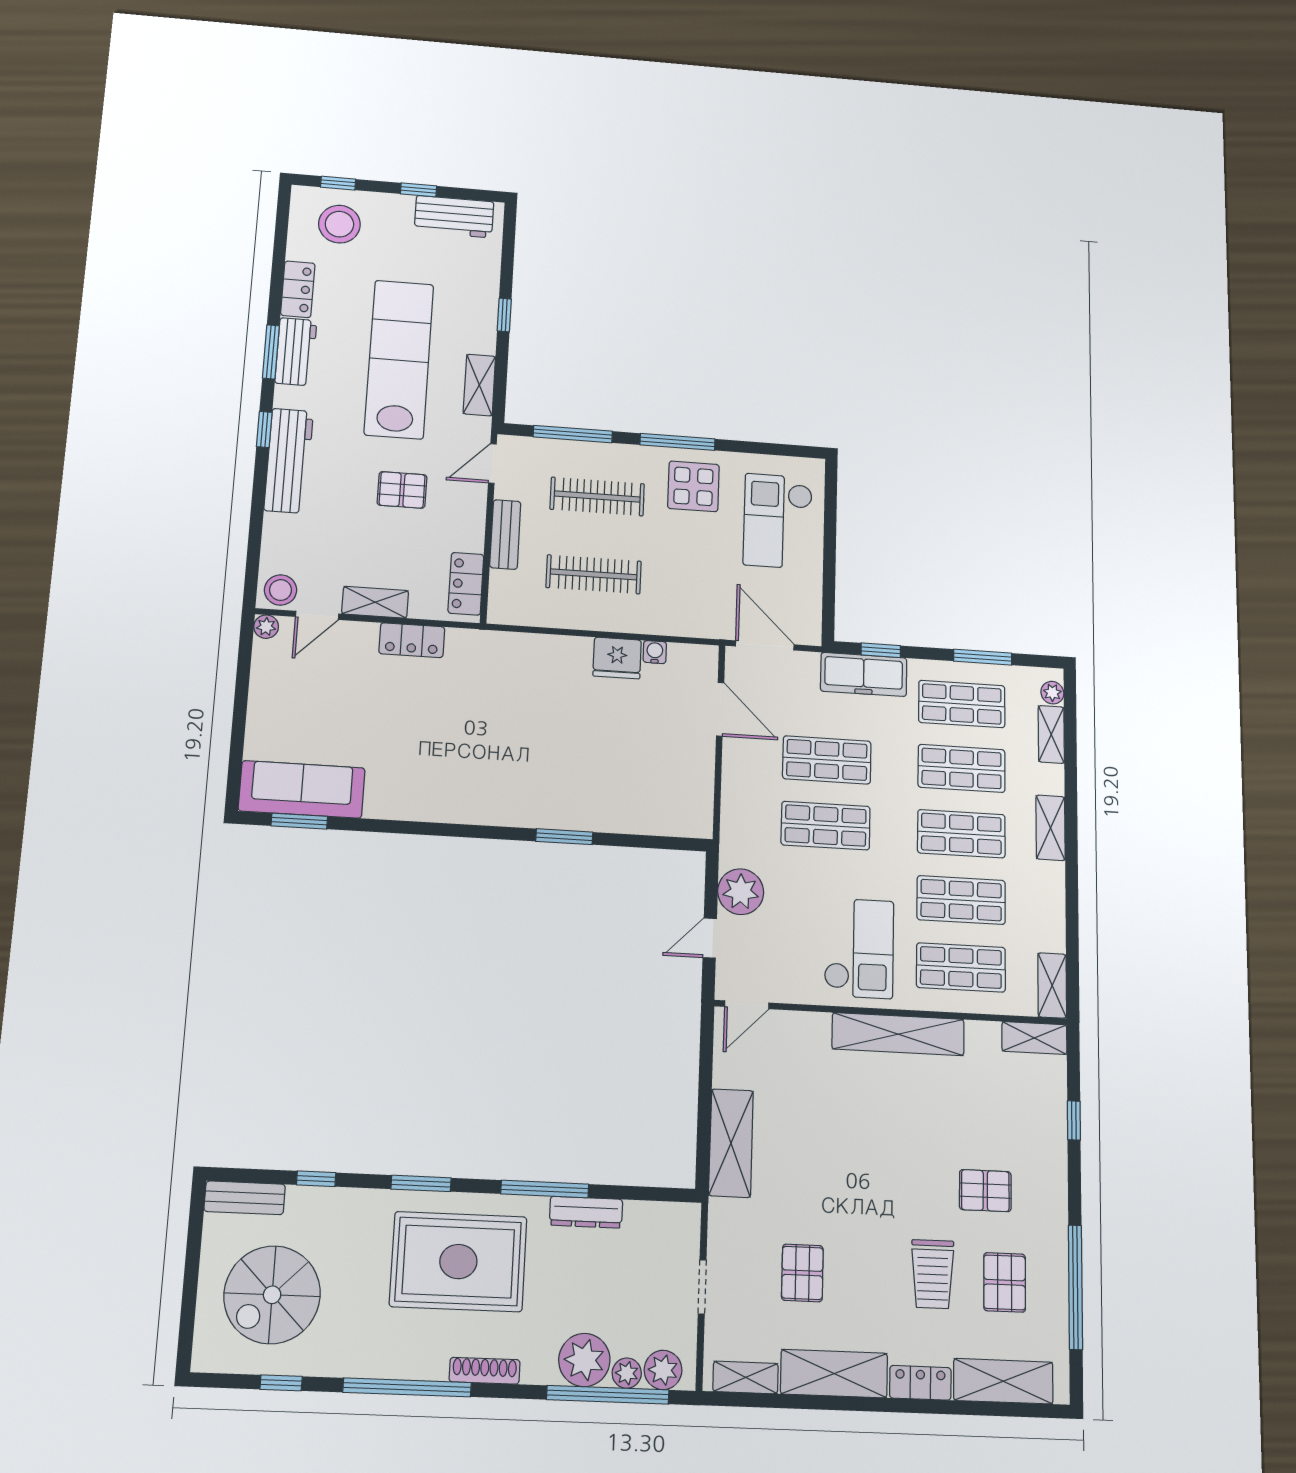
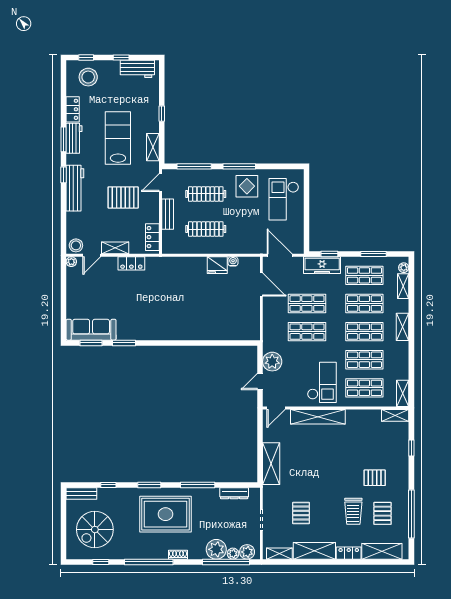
lab bench: (399, 359) -> (118, 138), width x0.73
pallet: (402, 490) -> (123, 197), width x1.50, depth x1.42
window: (564, 837) -> (124, 343), moved
shelving: (898, 1034) -> (318, 417), moved
dresser: (586, 1212) -> (234, 493), moved
shoe rack: (485, 1371) -> (178, 555), width x0.70

